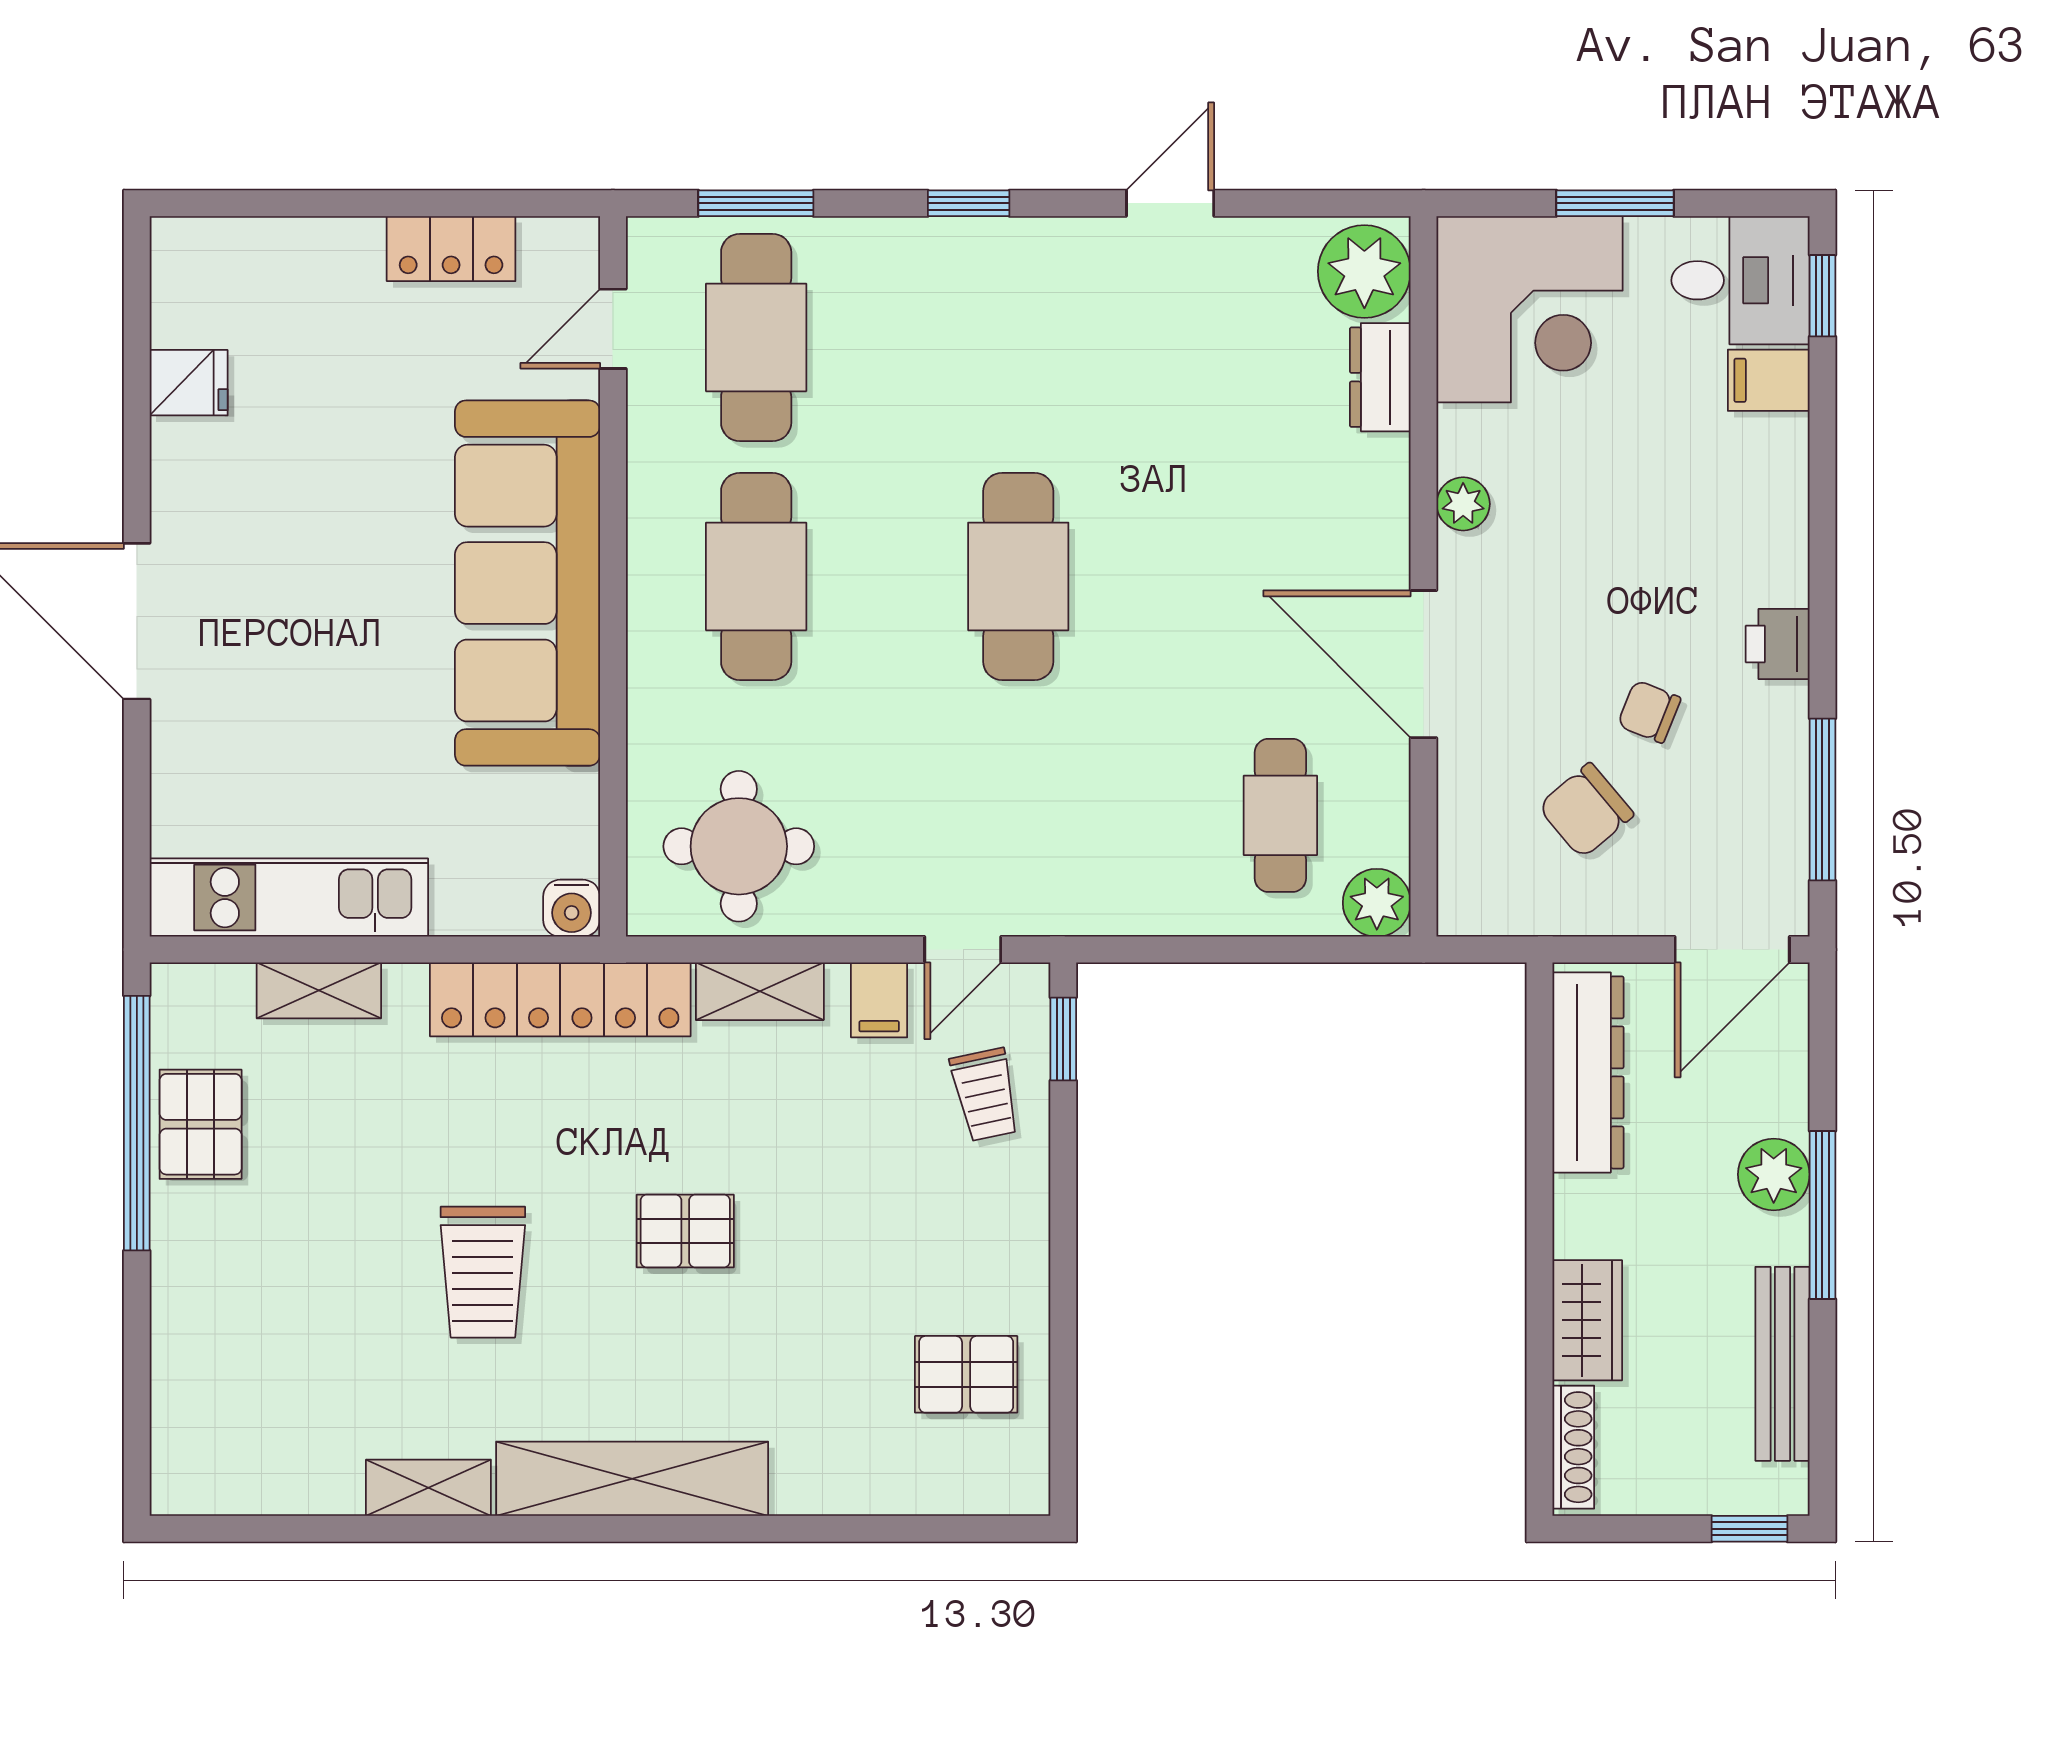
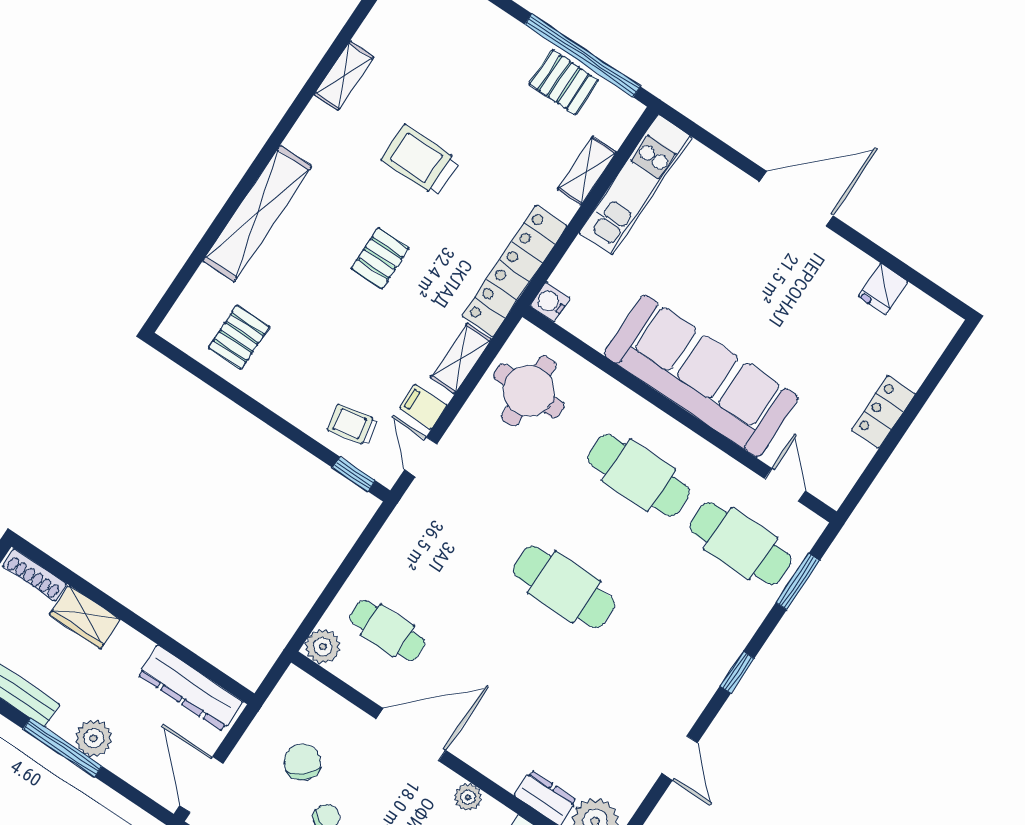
locker: (451, 249) -> (883, 412), moved
shelving: (632, 1479) -> (257, 214), moved

